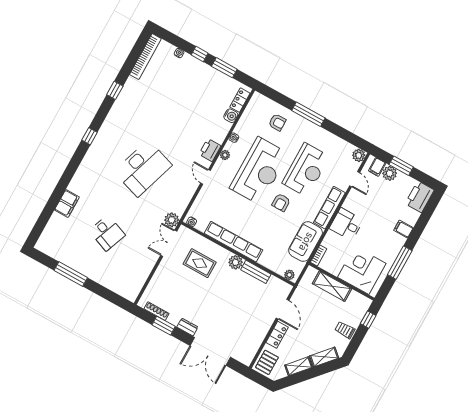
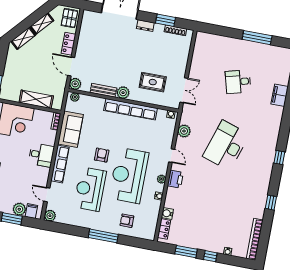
plant: (172, 220) -> (184, 131), moved
desk: (107, 233) -> (238, 82), turned -36
plant: (284, 289) -> (75, 84), added
trolley: (345, 330) -> (13, 66), removed

